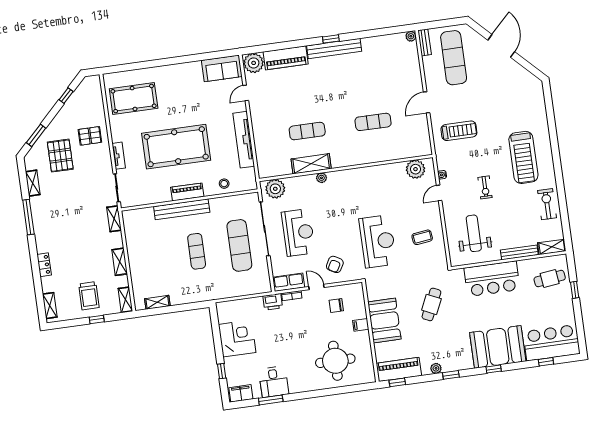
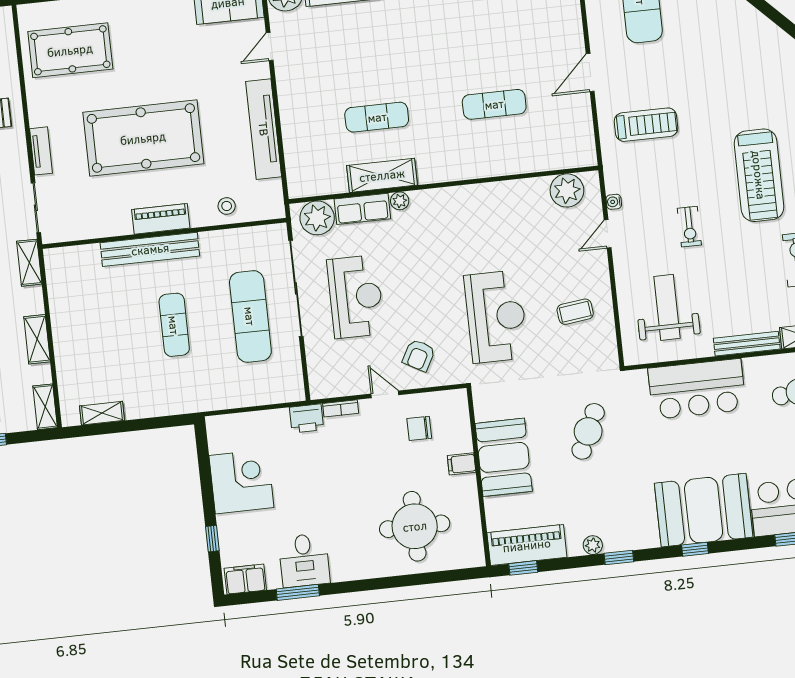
row of seats: (289, 282) -> (362, 209), moved, turned 180

